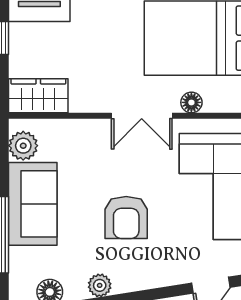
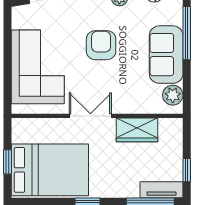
wardrobe: (38, 96) -> (137, 130), moved
floor lamp: (191, 102) -> (56, 125), removed

